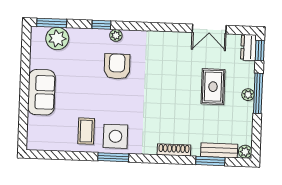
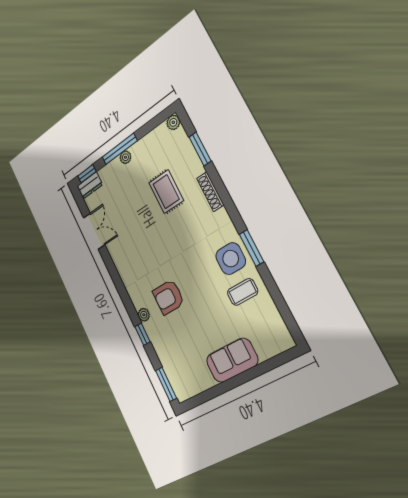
plant: (57, 38) -> (176, 371), removed
rug: (213, 87) -> (166, 192), moved, turned 90
bench: (219, 150) -> (186, 148), removed

